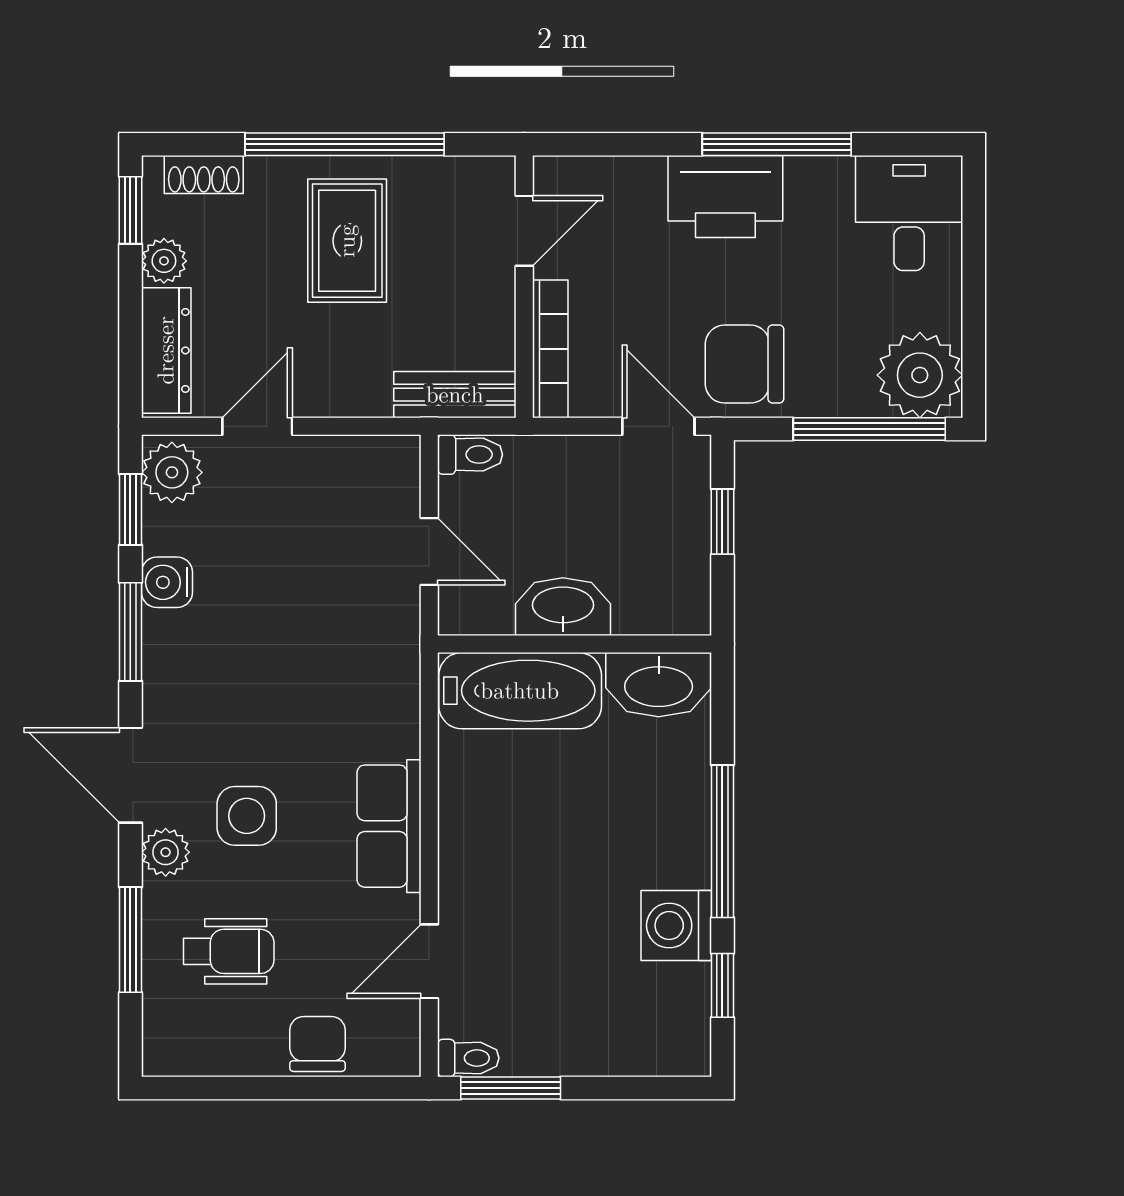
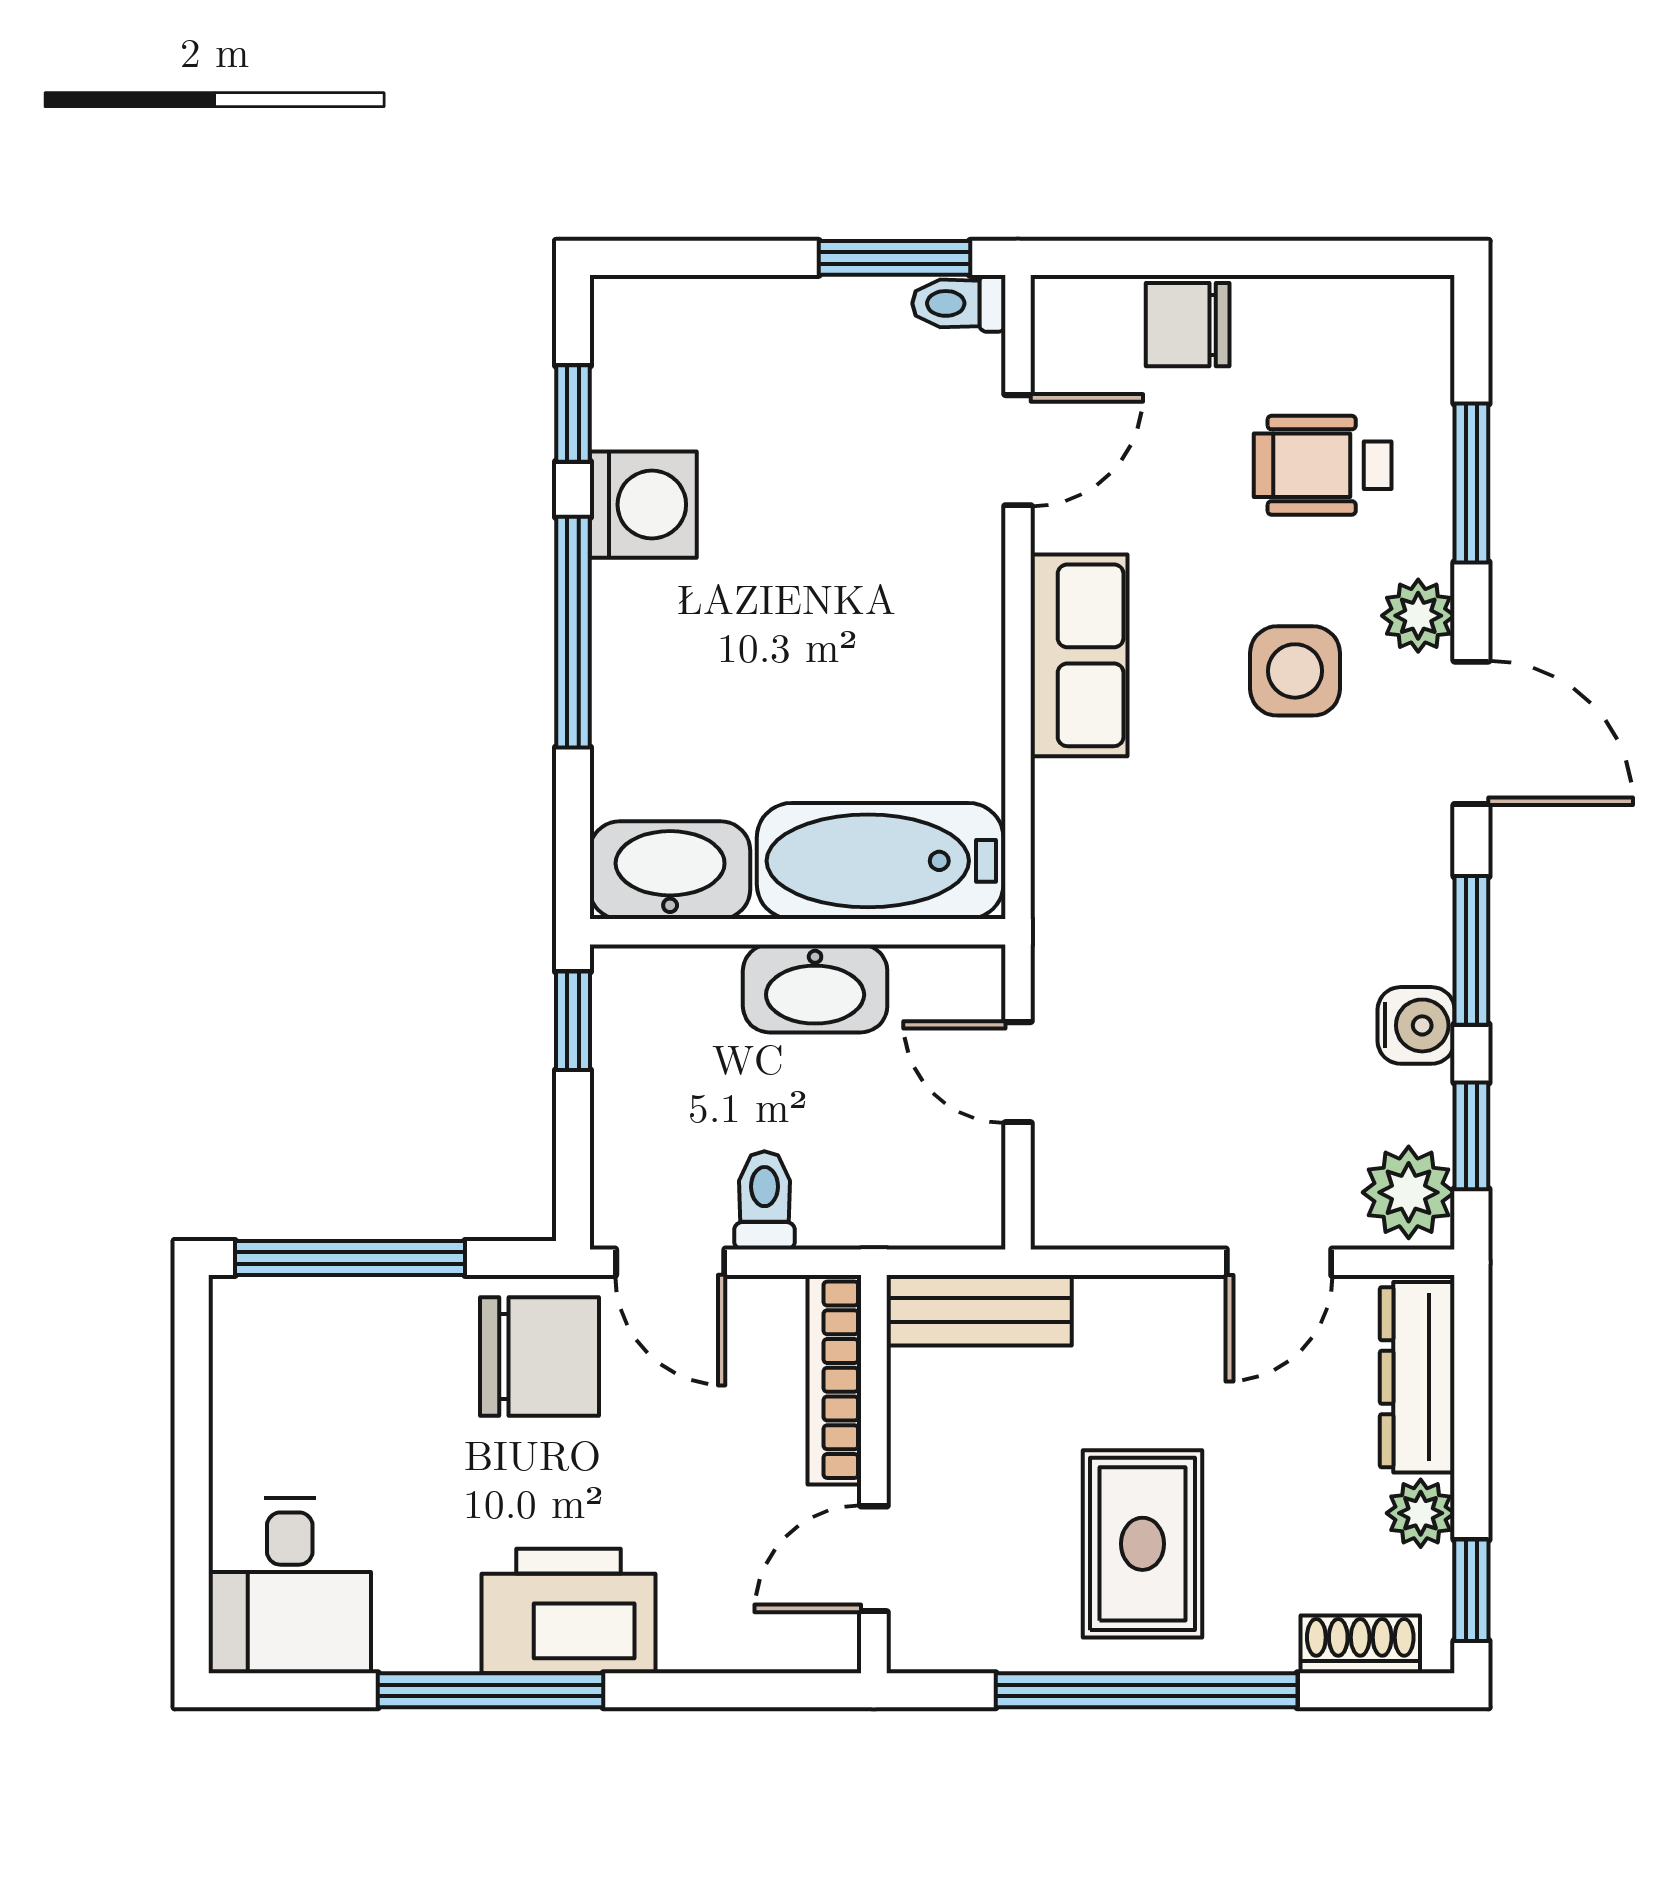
plant: (920, 375) -> (274, 1340), removed
toilet: (470, 455) -> (764, 1200), moved, turned 90
window: (722, 522) -> (573, 1021), moved
chair: (318, 1044) -> (1188, 325), turned 90

